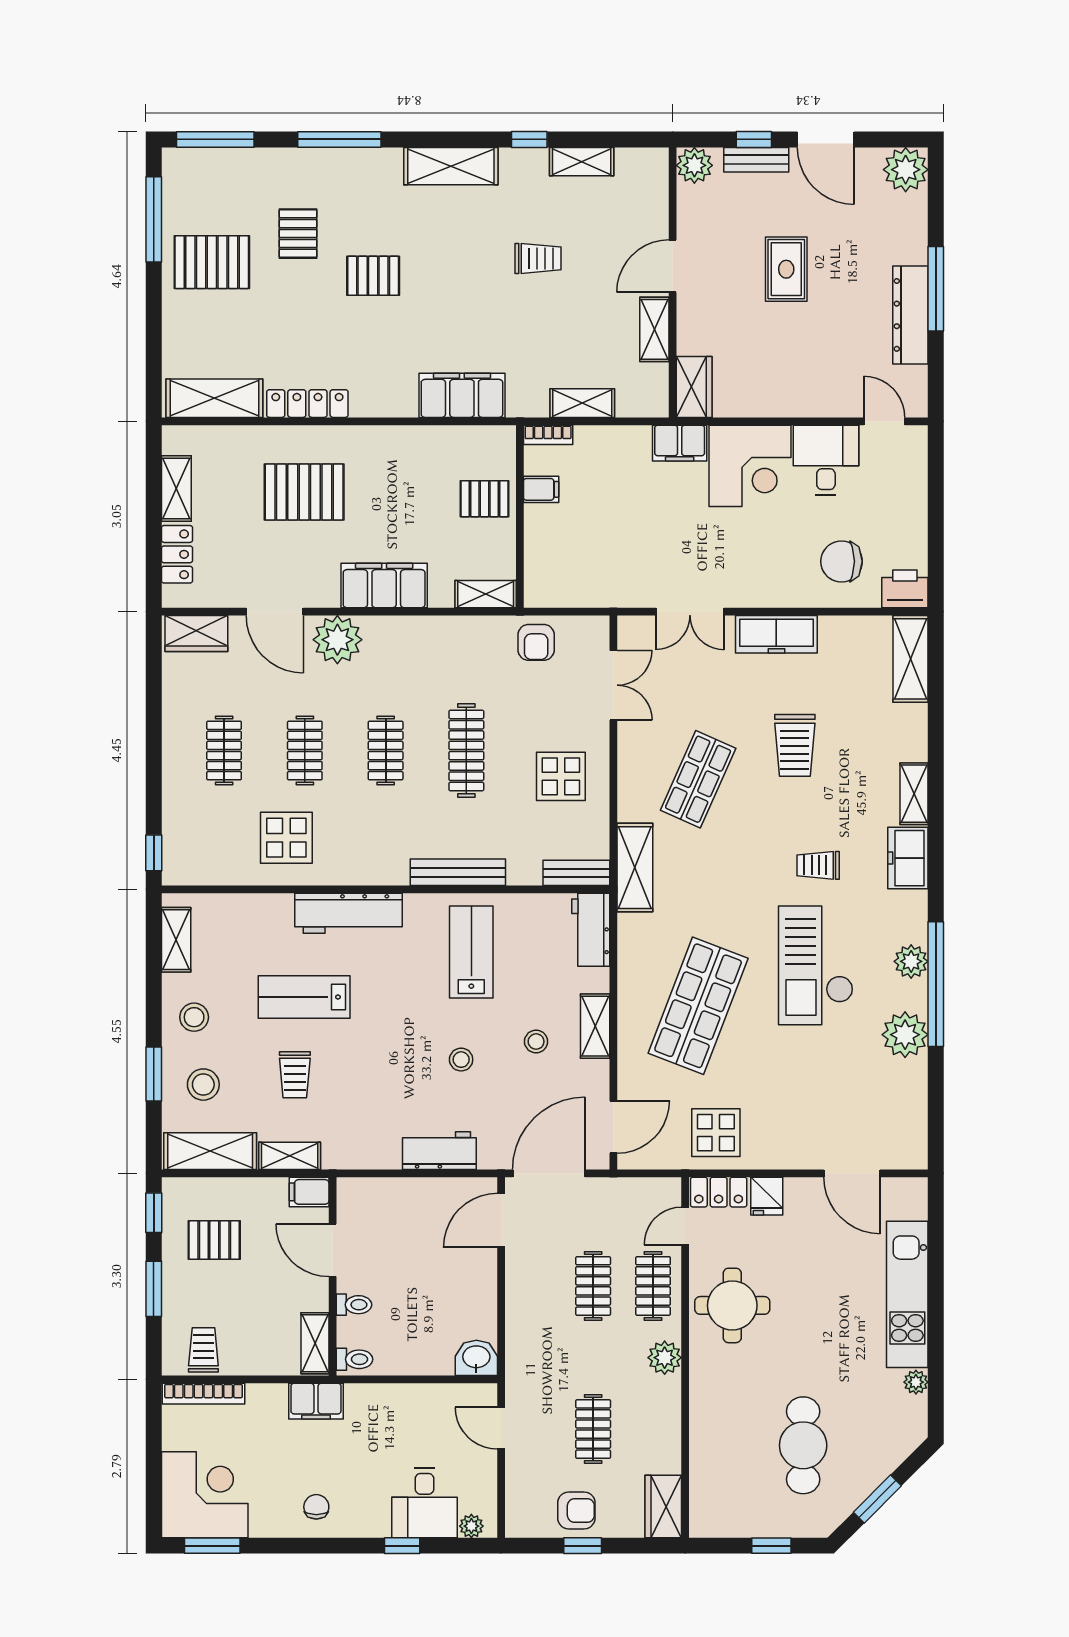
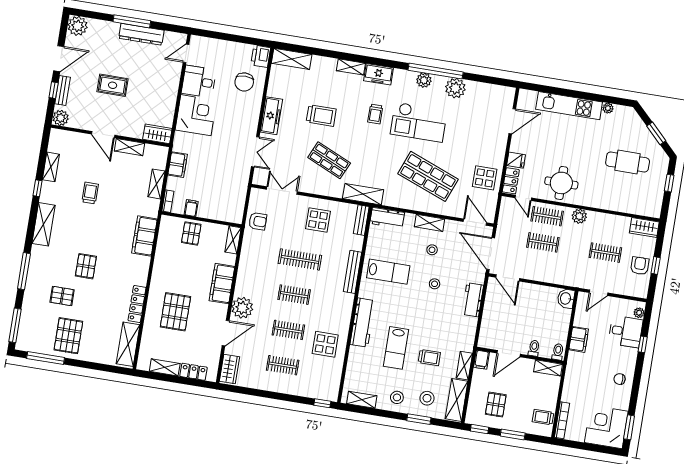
filing cabinet: (680, 443) -> (178, 165), moved
lab bench: (471, 952) -> (388, 272), turned 180
filing cabinet: (316, 1401) -> (579, 339), moved

